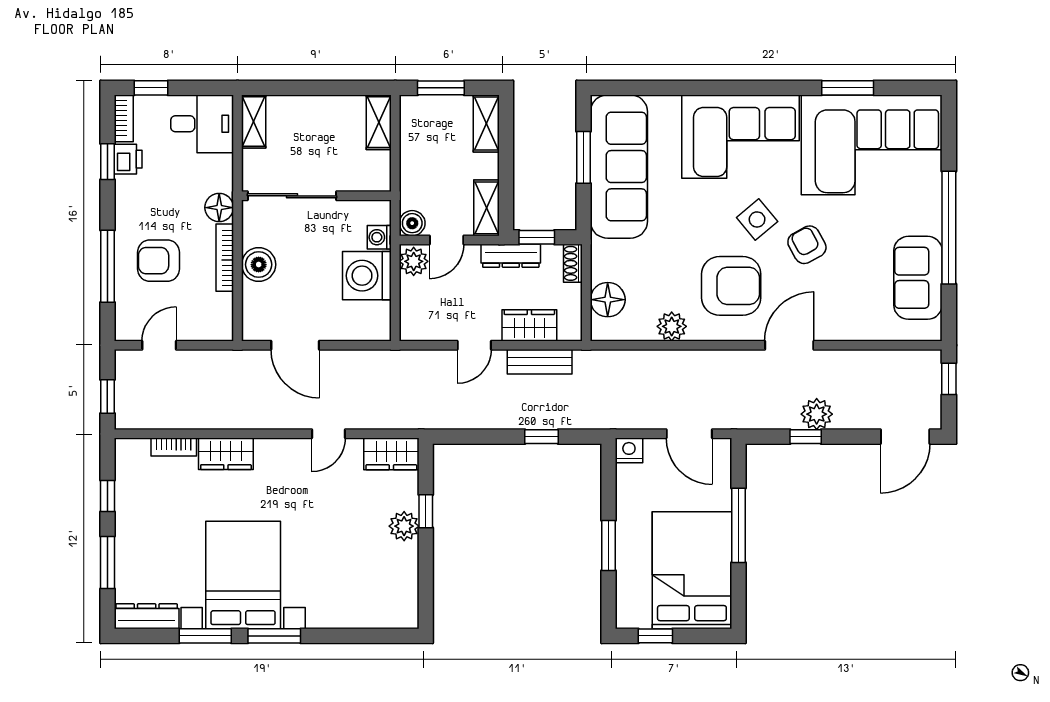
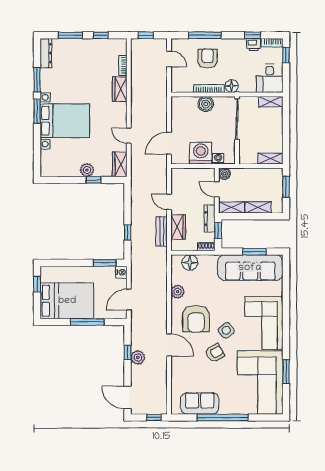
shelving: (486, 123) -> (258, 207), moved
plant: (414, 261) -> (207, 174), removed
door: (295, 345) -> (169, 143), moved
window: (608, 546) -> (105, 263), moved
bed with nightstands: (243, 575) -> (65, 121), moved

